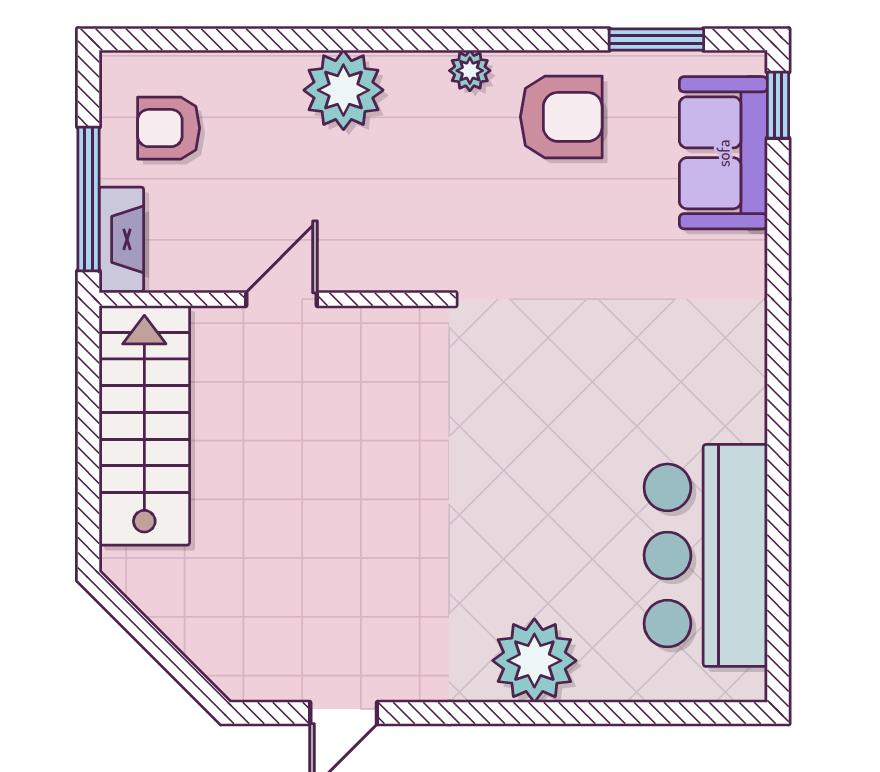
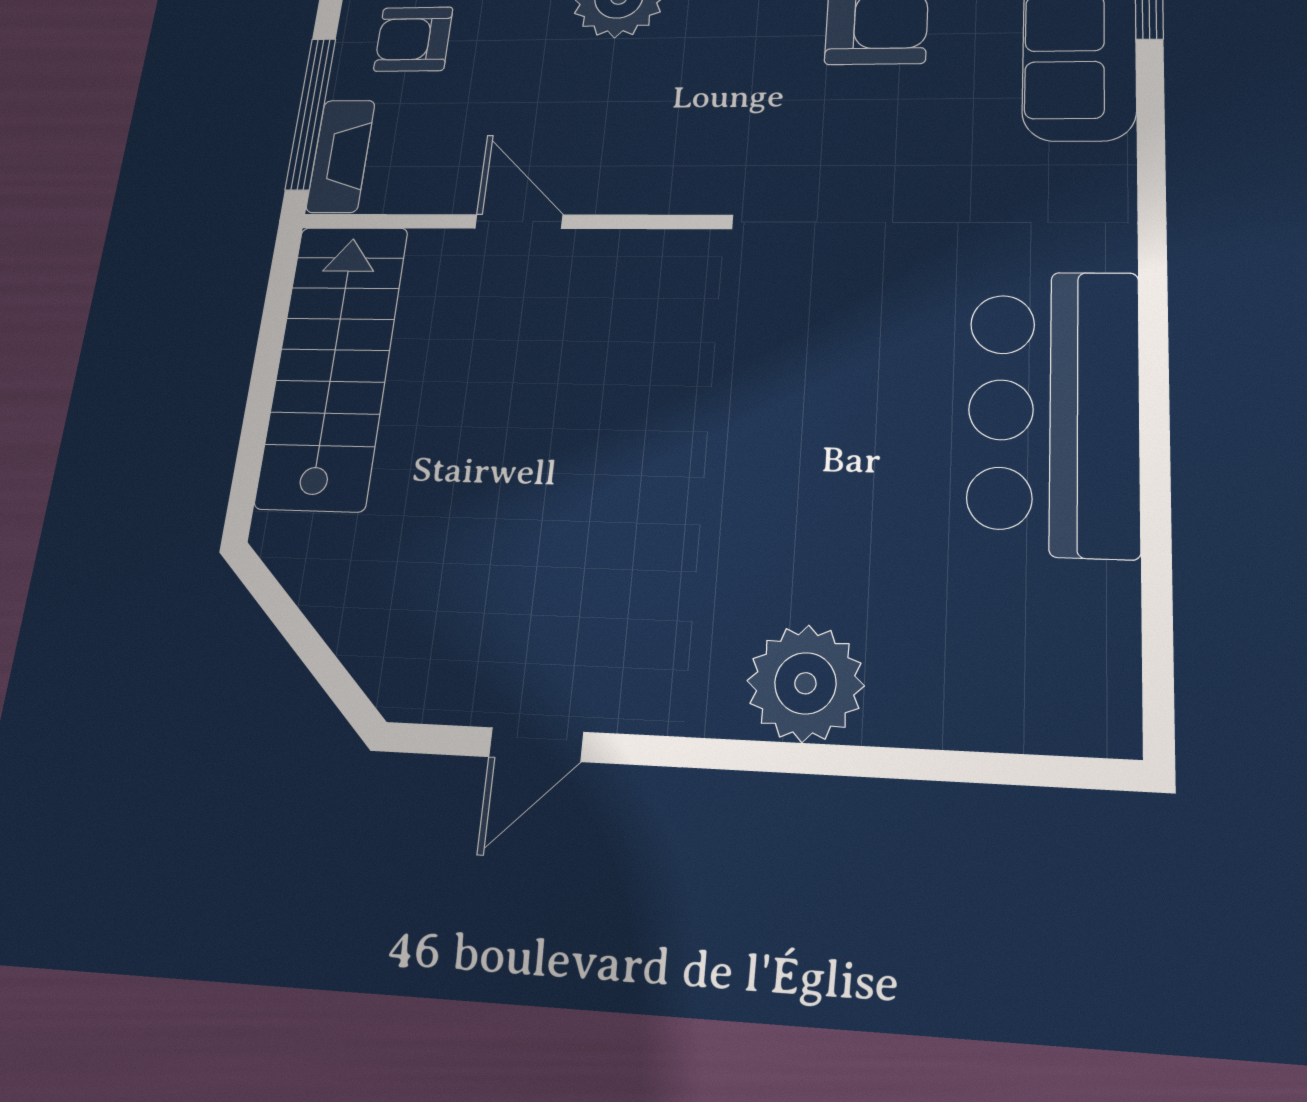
door: (281, 299) -> (519, 222), hinge flipped
bar counter: (706, 555) -> (1054, 411), moved

